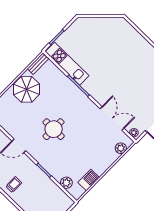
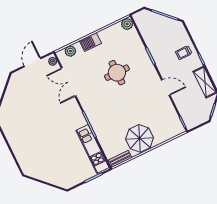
round table: (54, 129) -> (117, 73), moved
barbecue: (89, 180) -> (90, 42), moved
plant: (66, 183) -> (127, 24), moved

